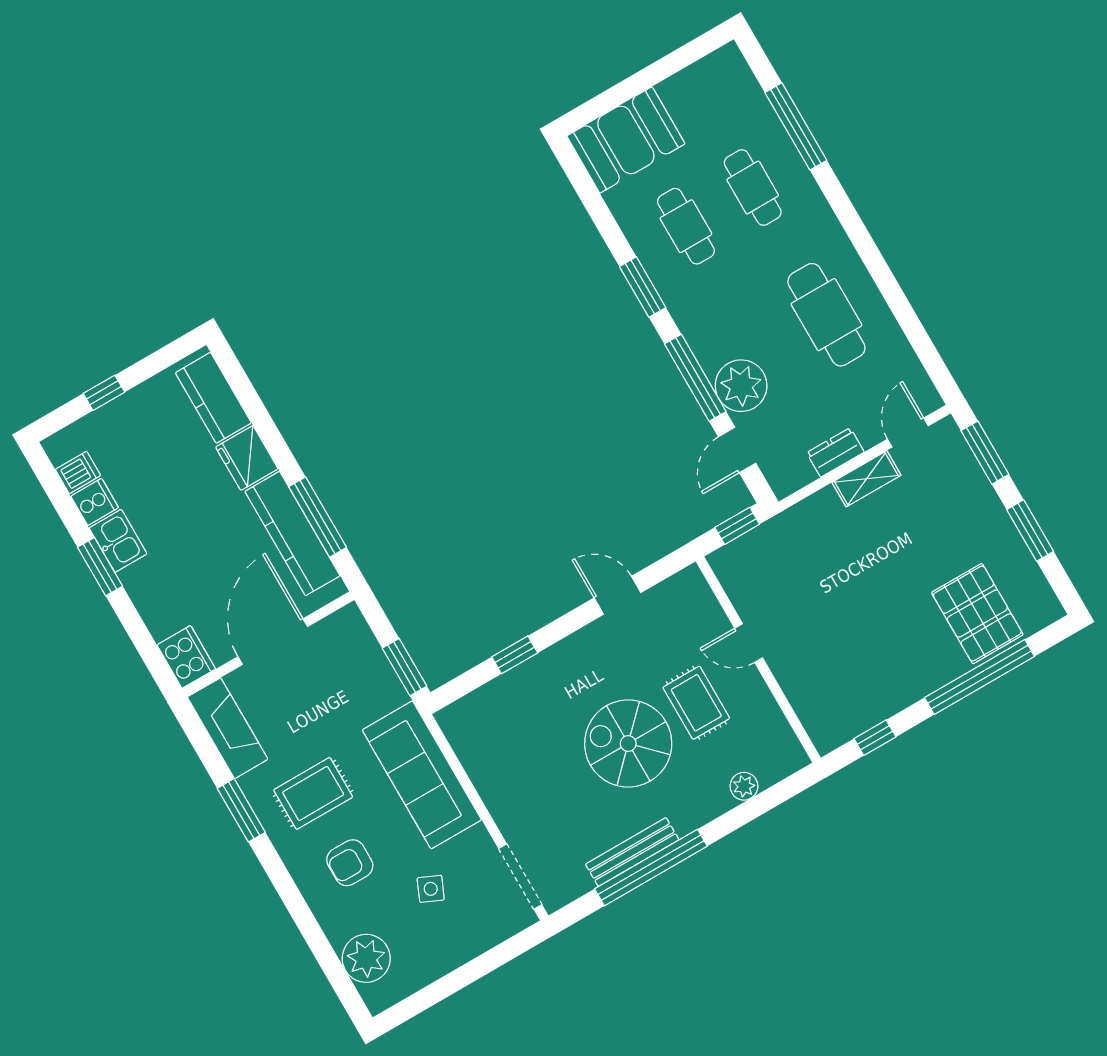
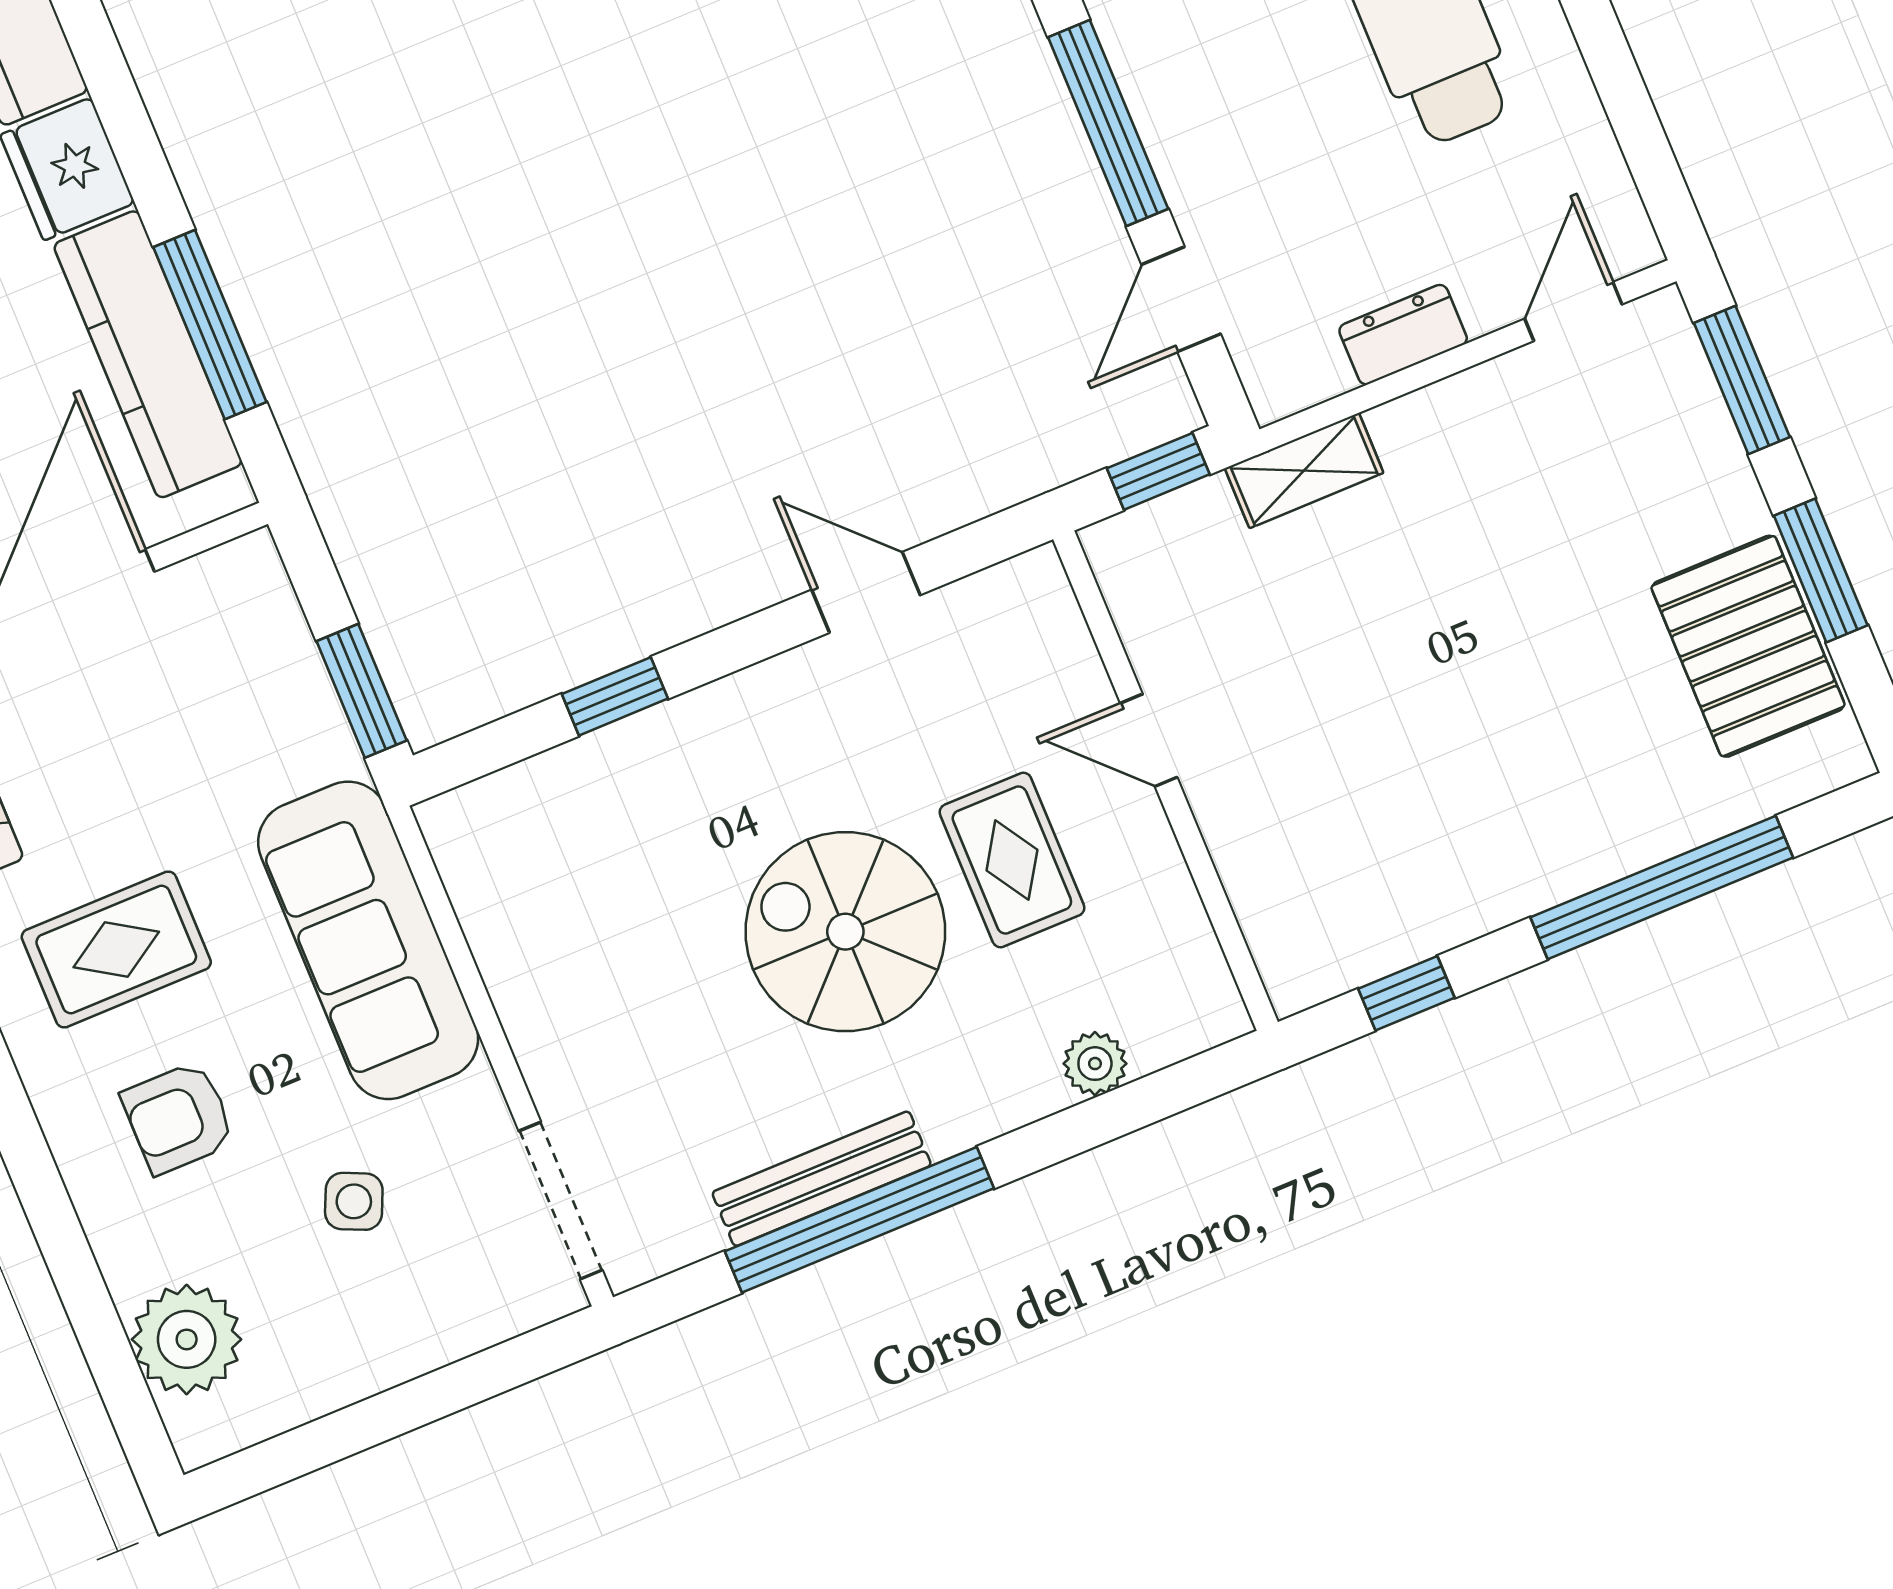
plant: (741, 386) -> (1209, 155), removed
shelving: (866, 479) -> (1304, 471), moved
pallet: (977, 614) -> (1748, 646), moved

